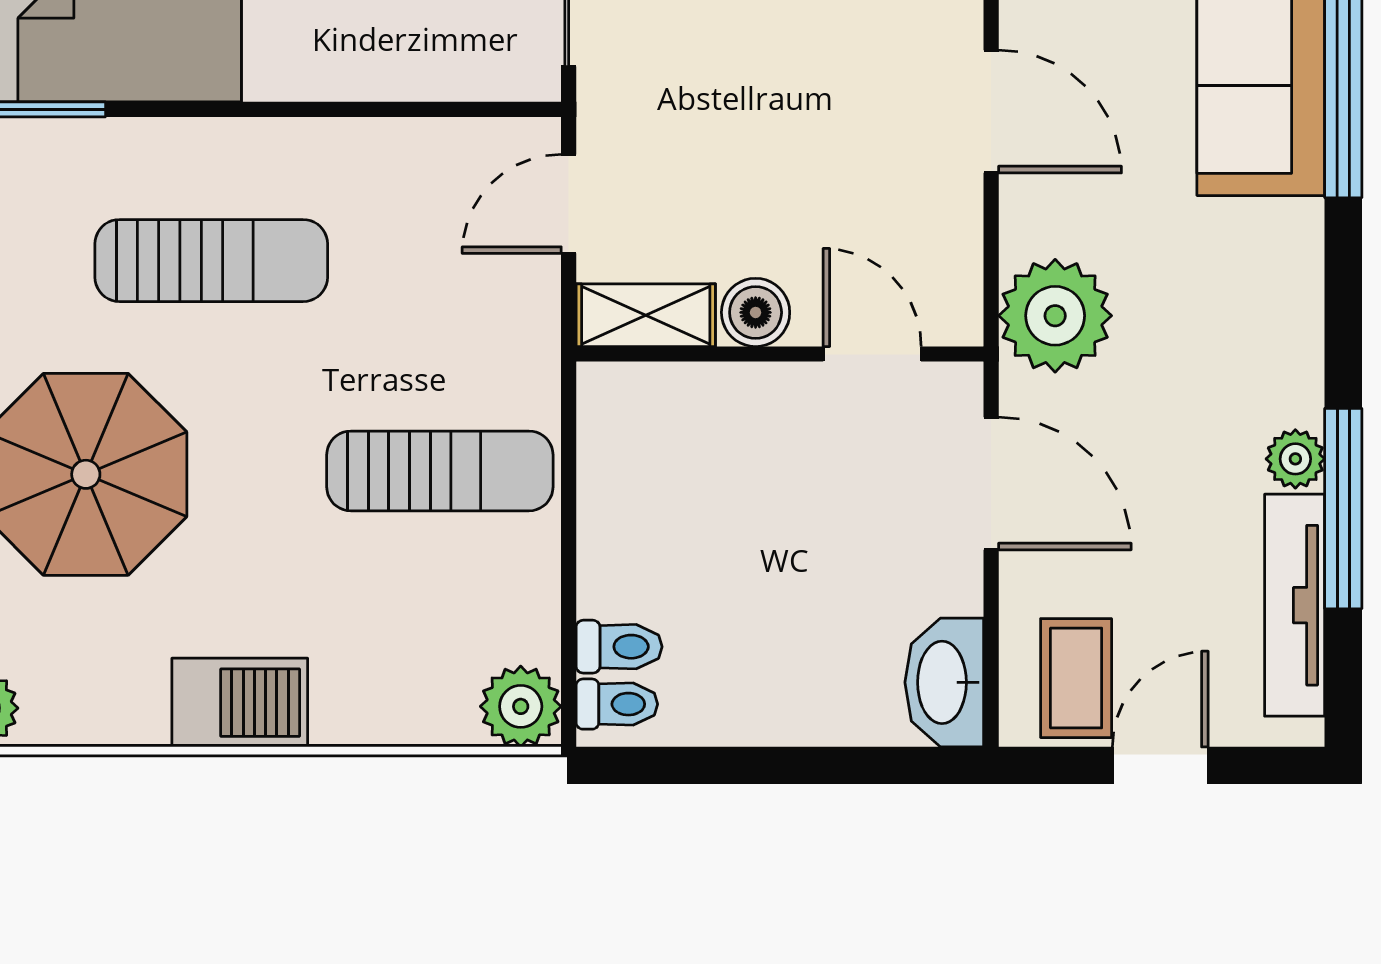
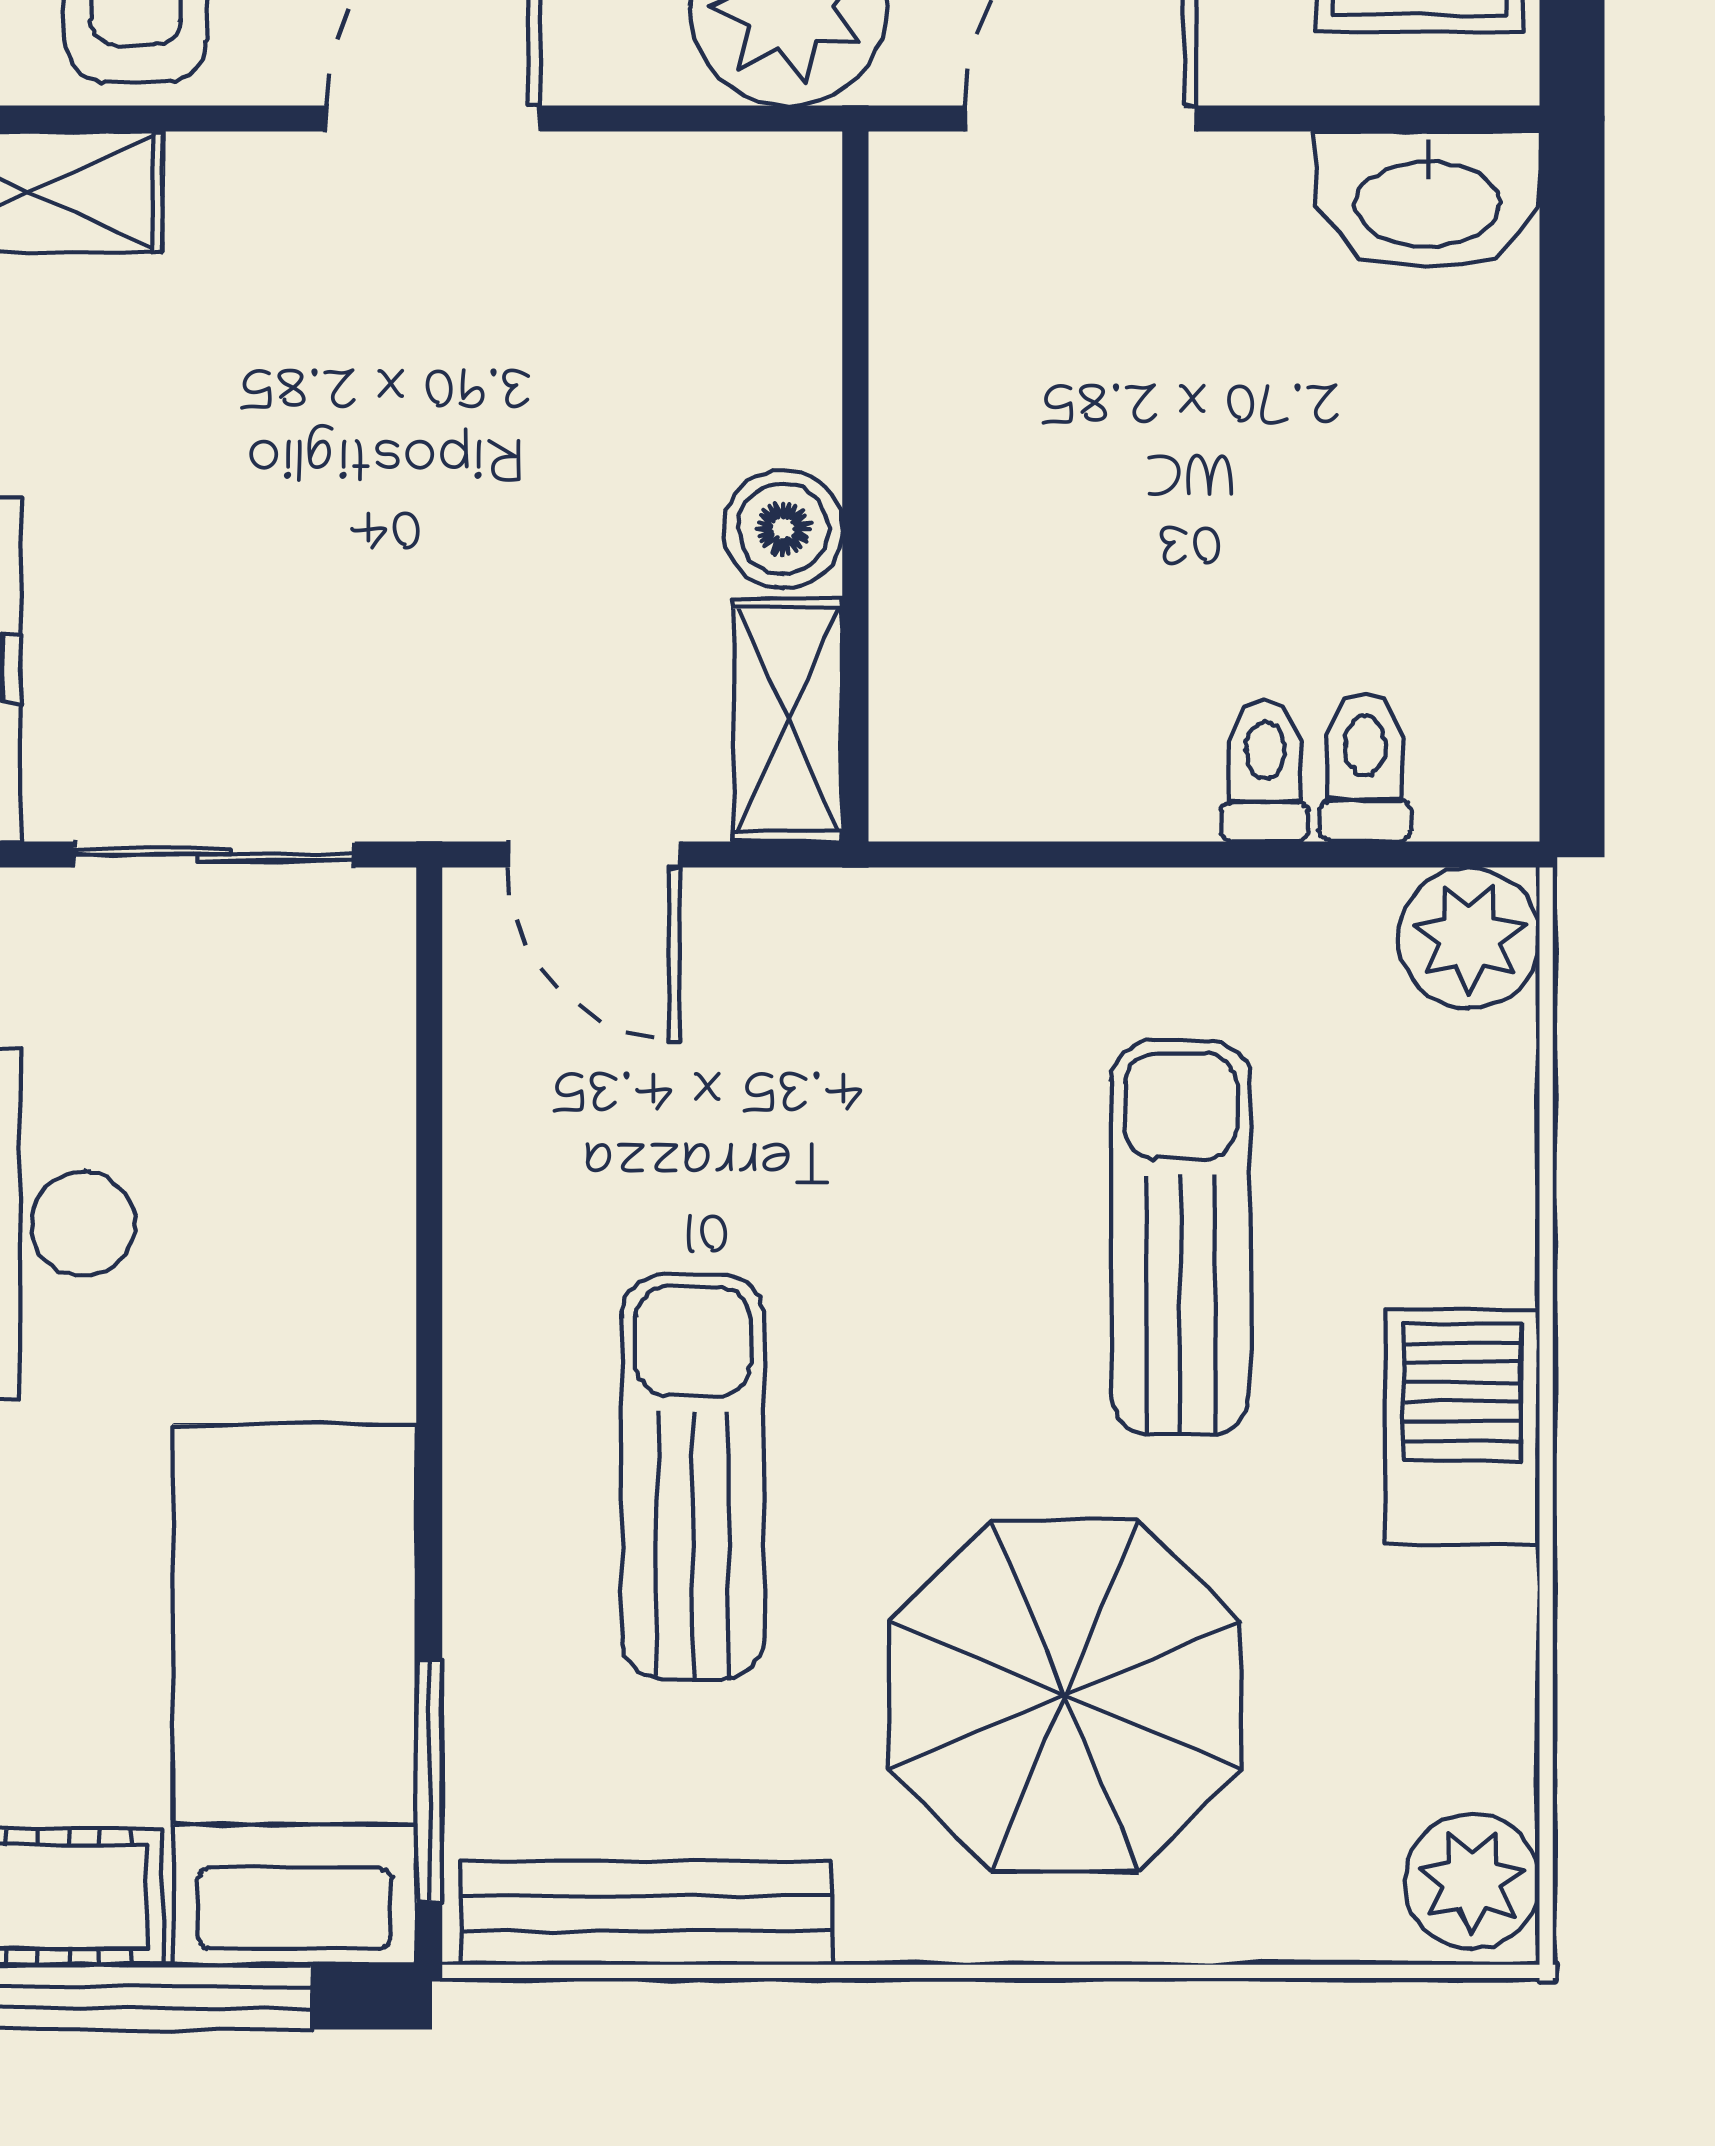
door: (872, 354) -> (855, 326), removed
sun lounger: (440, 471) -> (1181, 1238), moved
toilet: (617, 704) -> (1265, 770), moved

